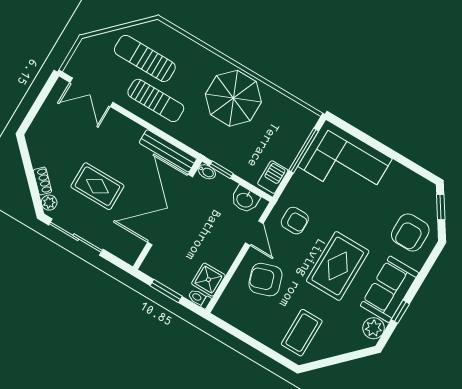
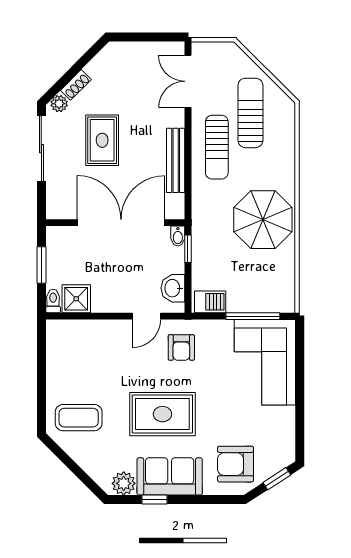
bench: (168, 151) -> (176, 160), moved
armchair: (265, 280) -> (109, 353), removed

